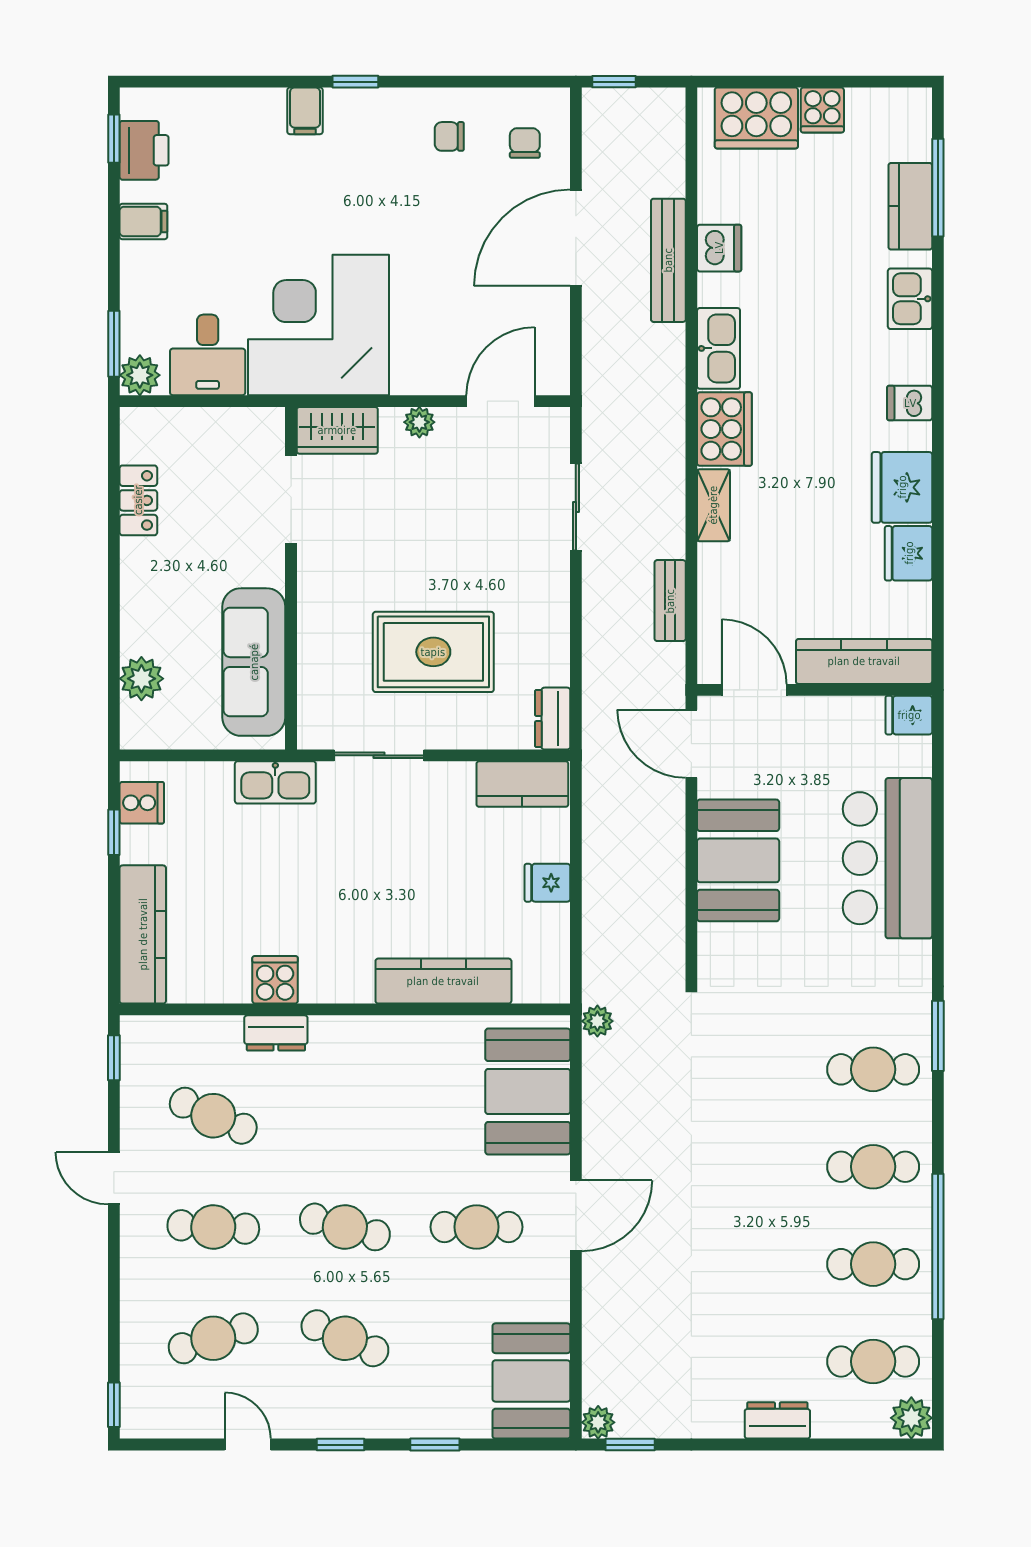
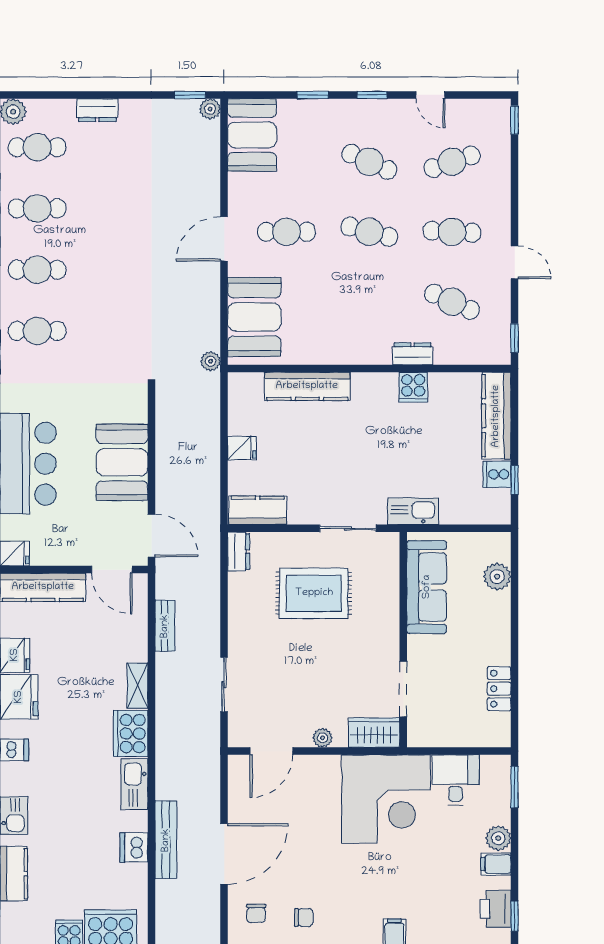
plant: (140, 375) -> (498, 838), moved
cooker: (142, 803) -> (497, 474), moved

